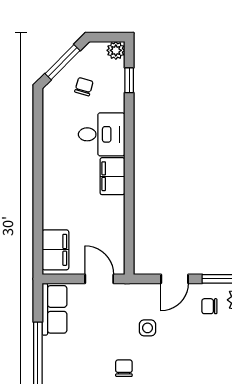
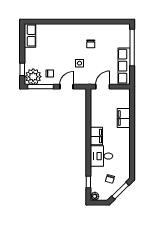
filing cabinet: (55, 250) -> (124, 118), moved
door: (99, 279) -> (103, 87), swing flipped
row of seats: (54, 309) -> (124, 66), width x1.48

